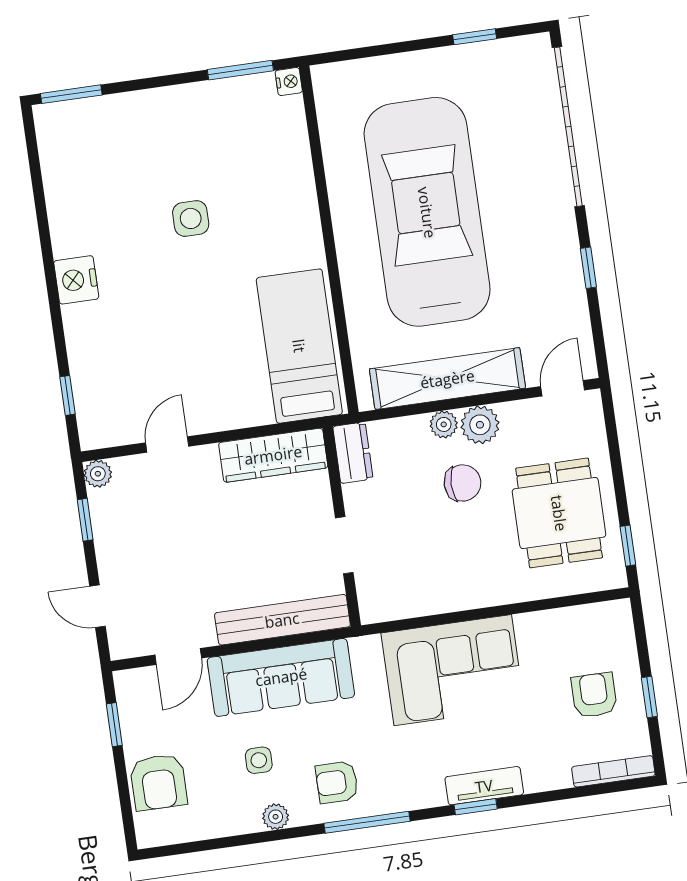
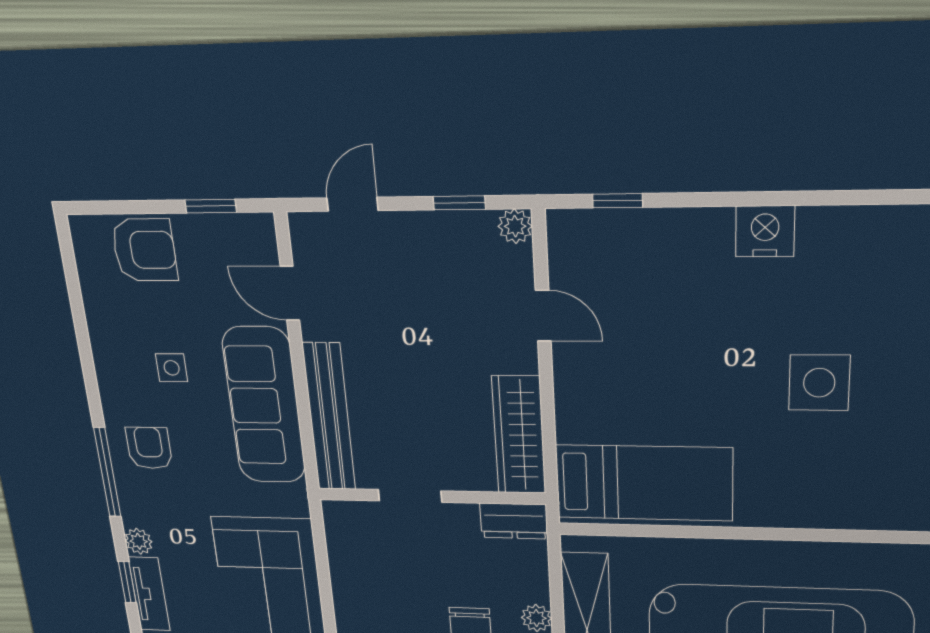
side table: (191, 218) -> (819, 383), width x1.37, depth x1.37
armchair: (158, 782) -> (144, 250), turned 180
plant: (276, 817) -> (139, 541), moved

